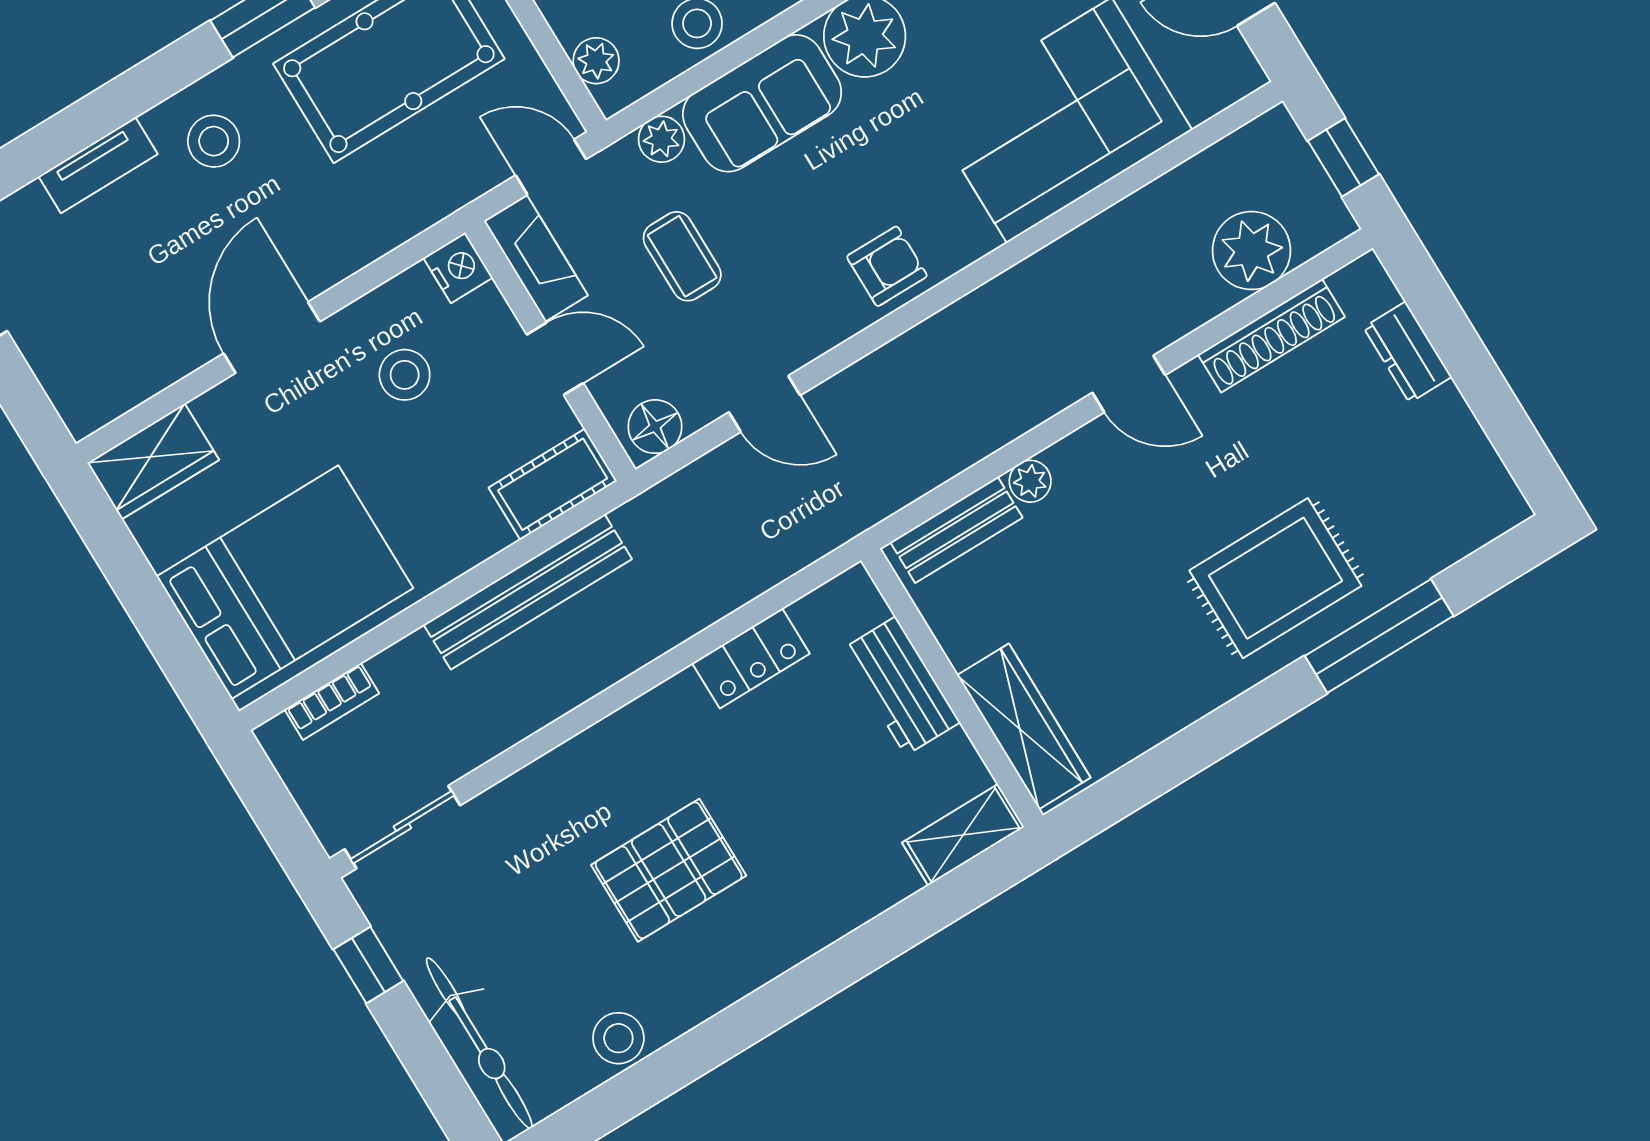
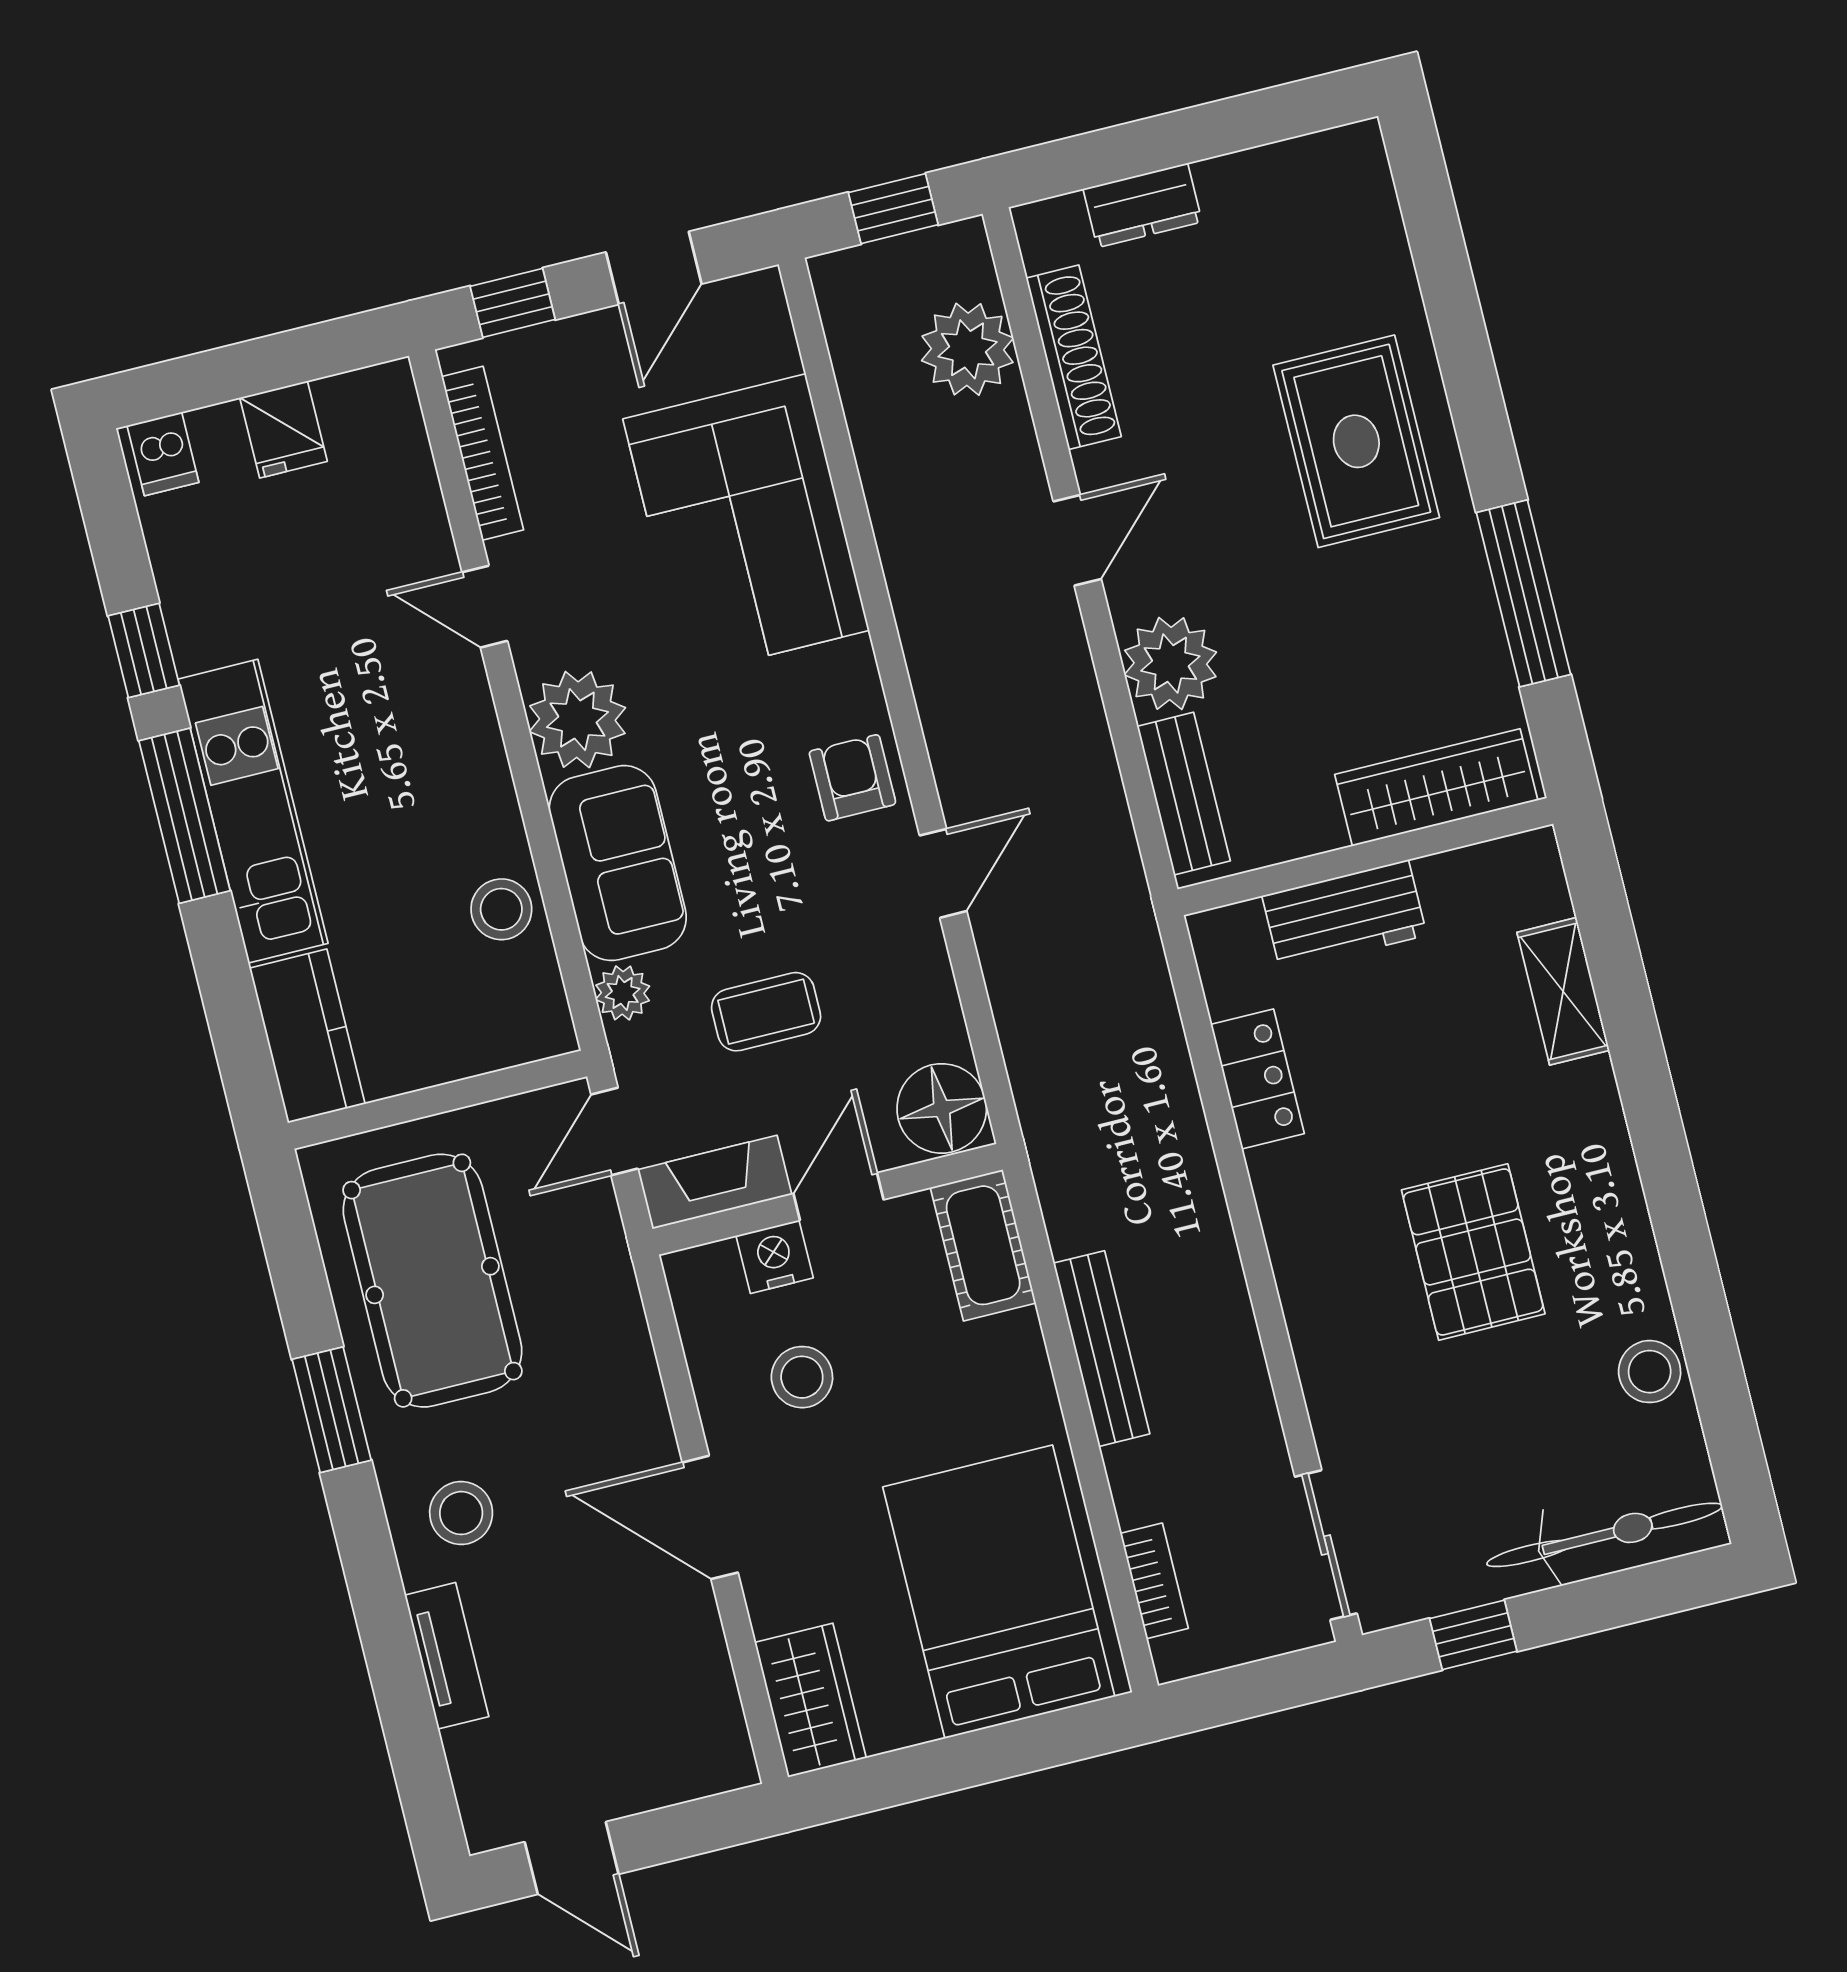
plant: (596, 61) -> (508, 1040), removed
nightstand: (458, 268) -> (775, 1257), moved
door: (765, 404) -> (943, 873), moved
floor lamp: (655, 427) -> (942, 1108), width x1.38, depth x1.38
plant: (1030, 481) -> (1170, 663), width x1.88, depth x1.88
bench: (528, 592) -> (1102, 1349), width x0.73, depth x0.82
window: (1379, 636) -> (1523, 593), moved
shelving: (963, 835) -> (1563, 991), moved

